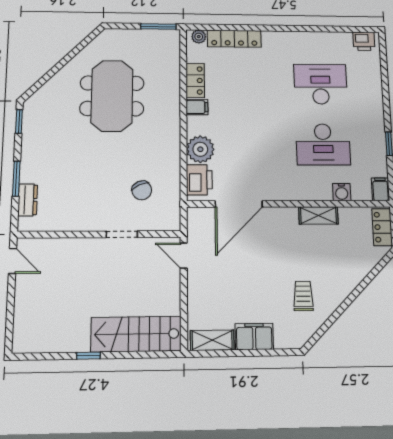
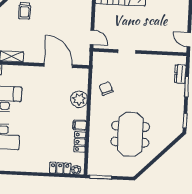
locker: (234, 39) -> (60, 168), width x0.66
printer: (199, 180) -> (81, 81), removed
chair: (142, 190) -> (106, 89), moved
door: (239, 204) -> (58, 66), hinge flipped

